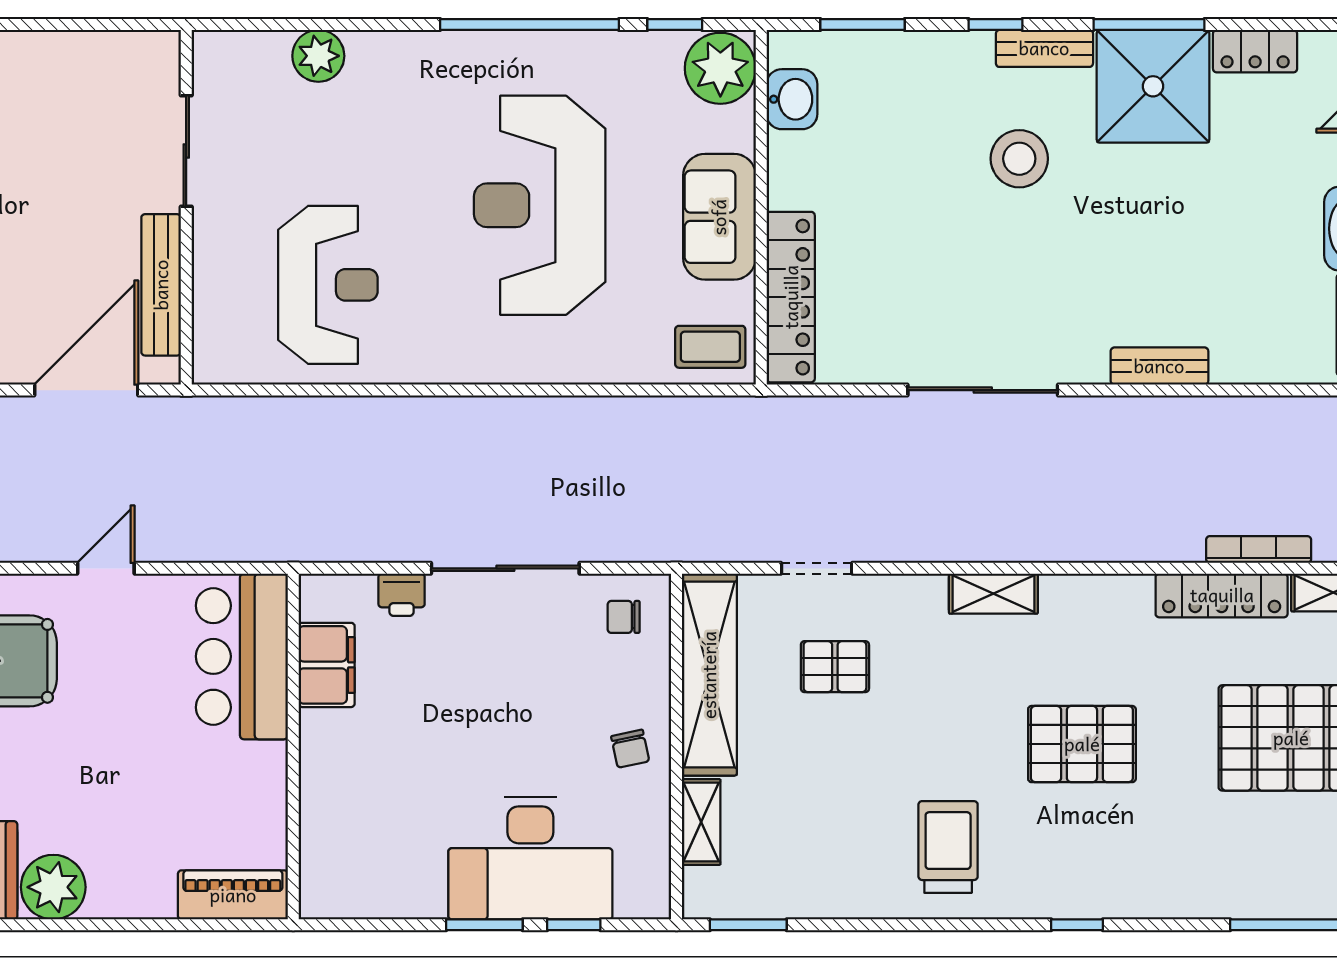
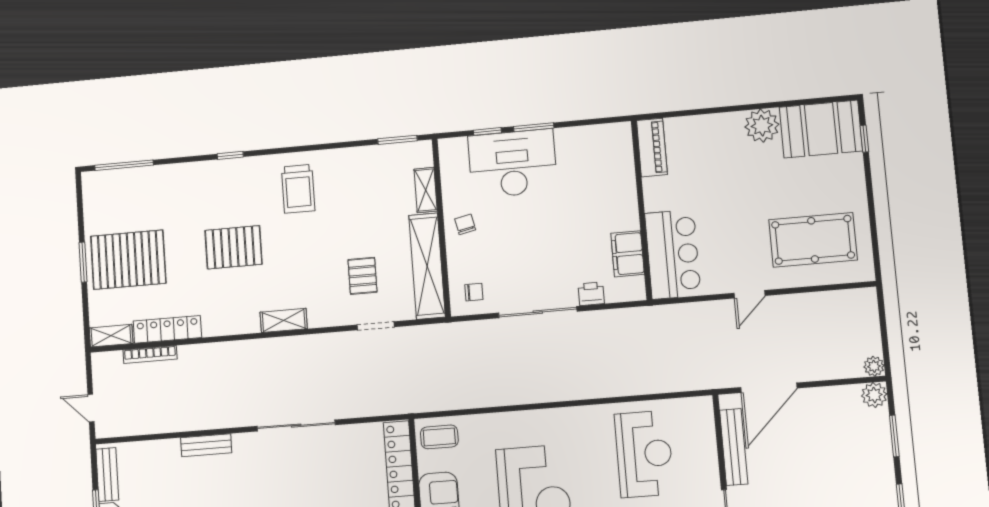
reception desk: (328, 285) -> (644, 454), turned 180
pallet: (835, 667) -> (362, 276), turned 90
piano: (233, 895) -> (652, 148), moved, turned -90

